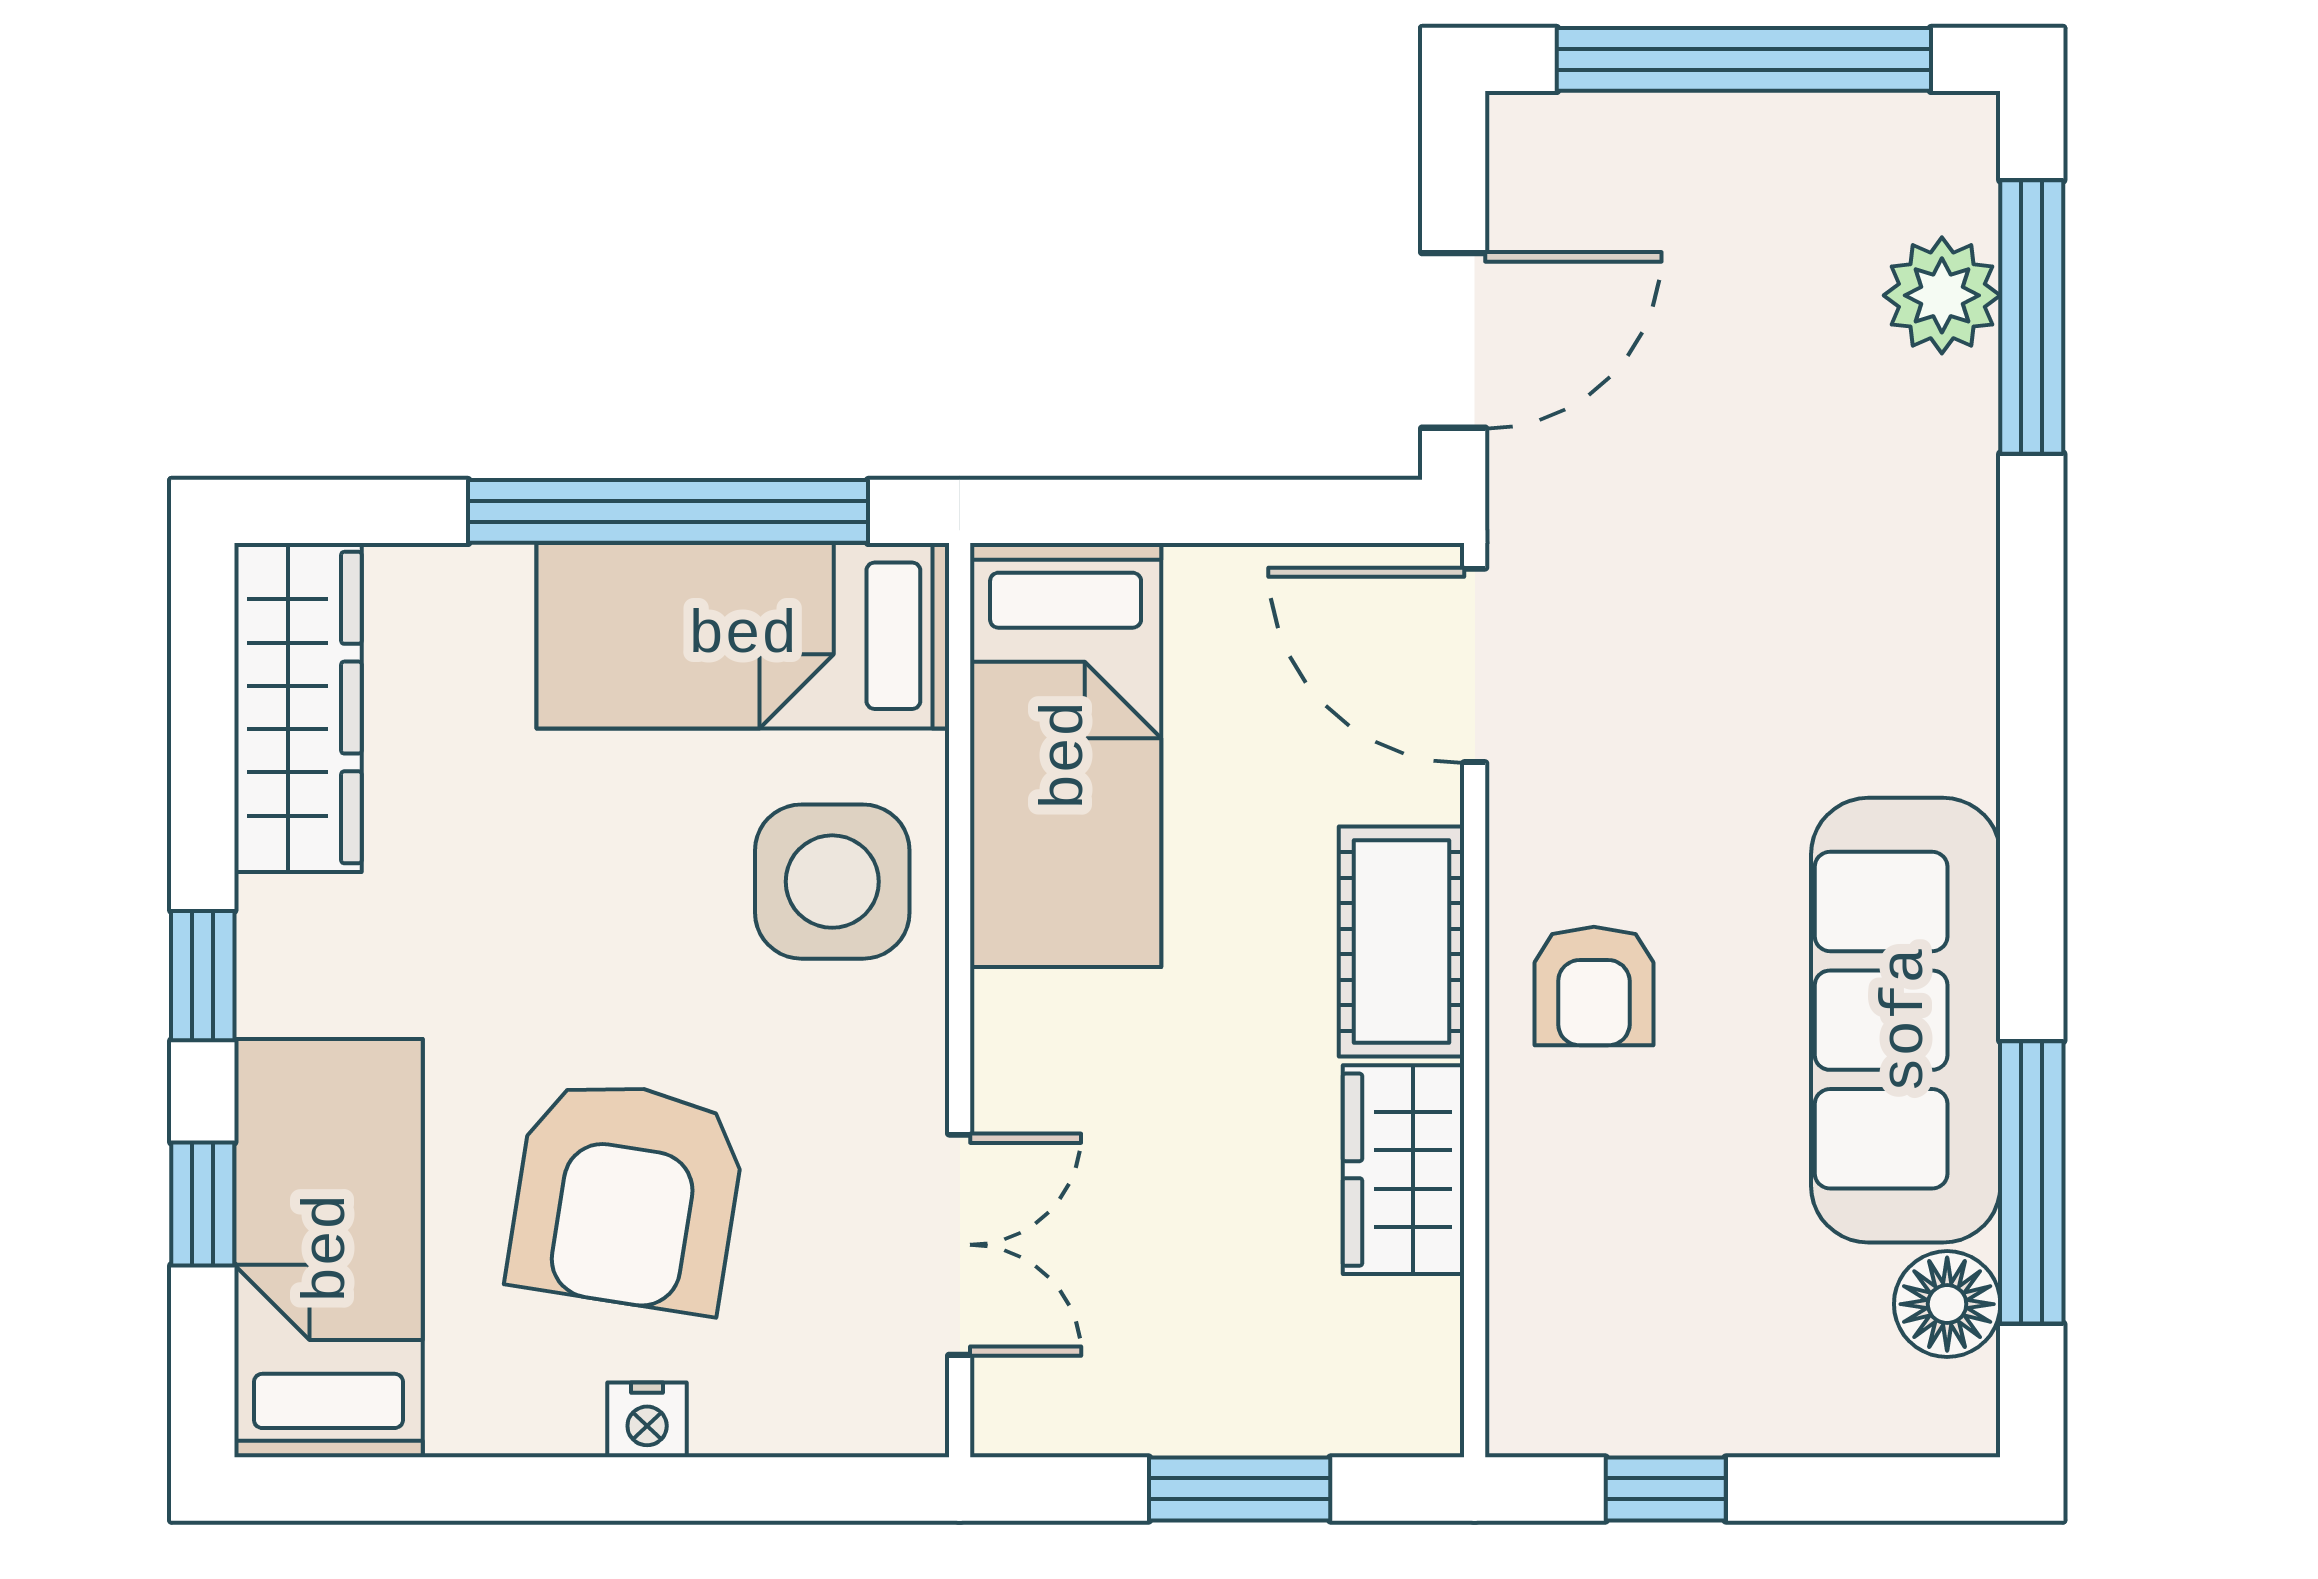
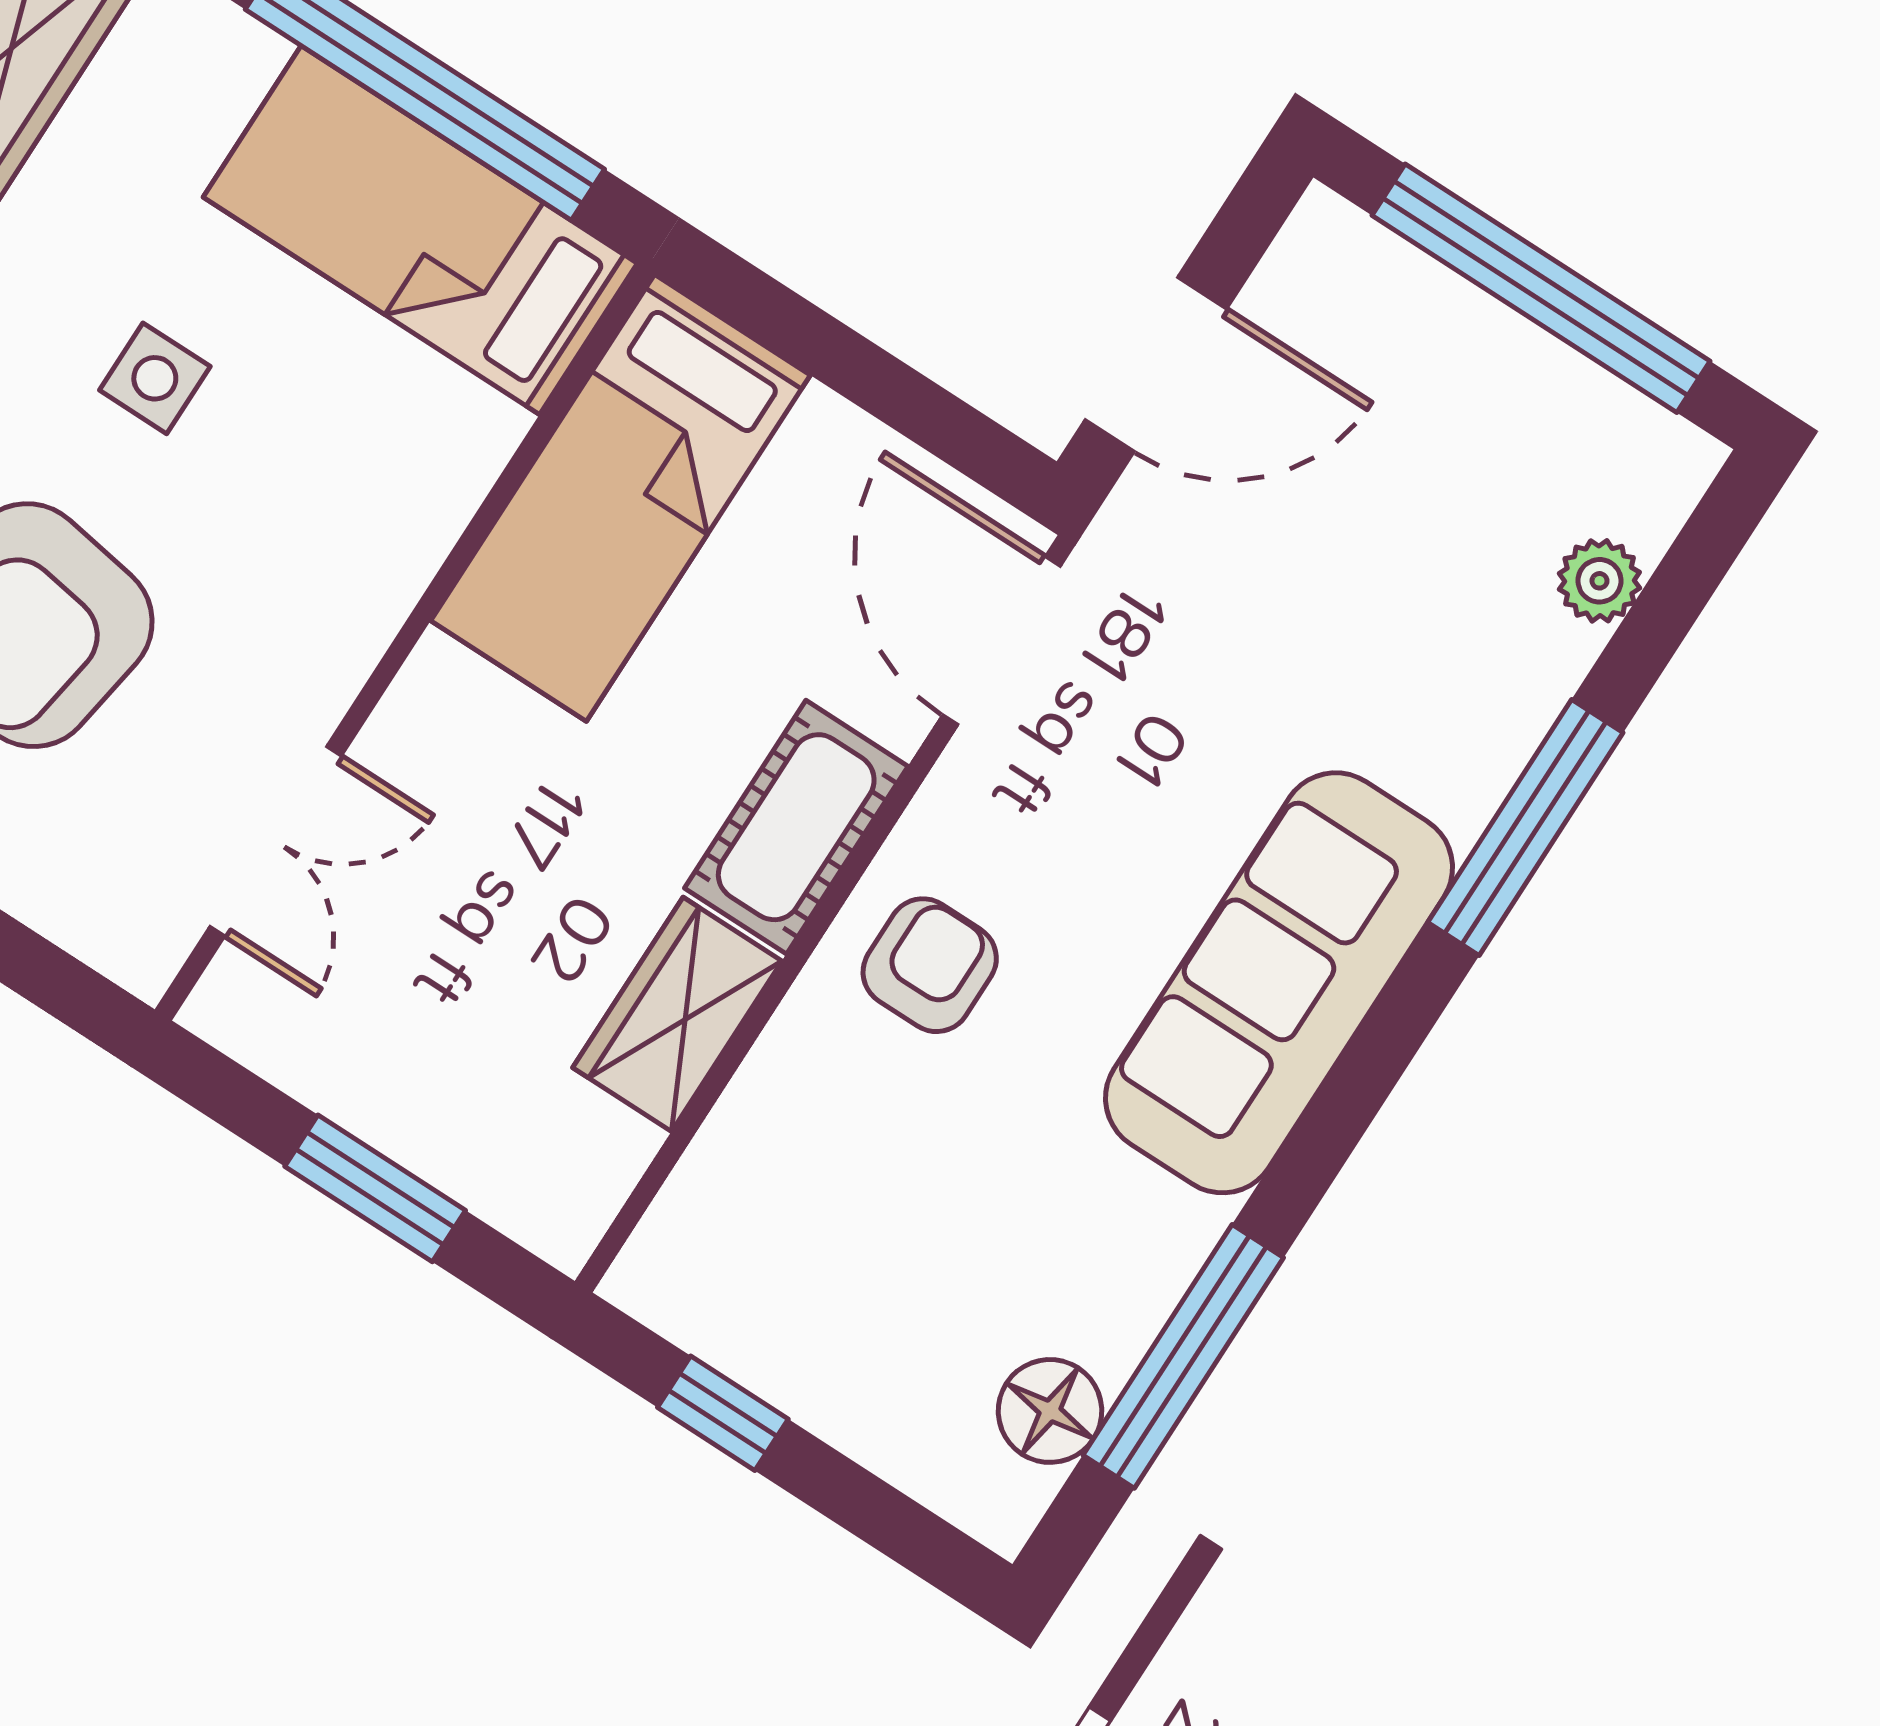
plant: (1942, 295) -> (1599, 581), width x0.73, depth x0.73
window: (2032, 317) -> (1525, 828), moved
side table: (832, 882) -> (155, 378), moved, width x0.54, depth x0.54
armchair: (1594, 986) -> (930, 965), turned 180
sofa: (1906, 1020) -> (1279, 983), moved

